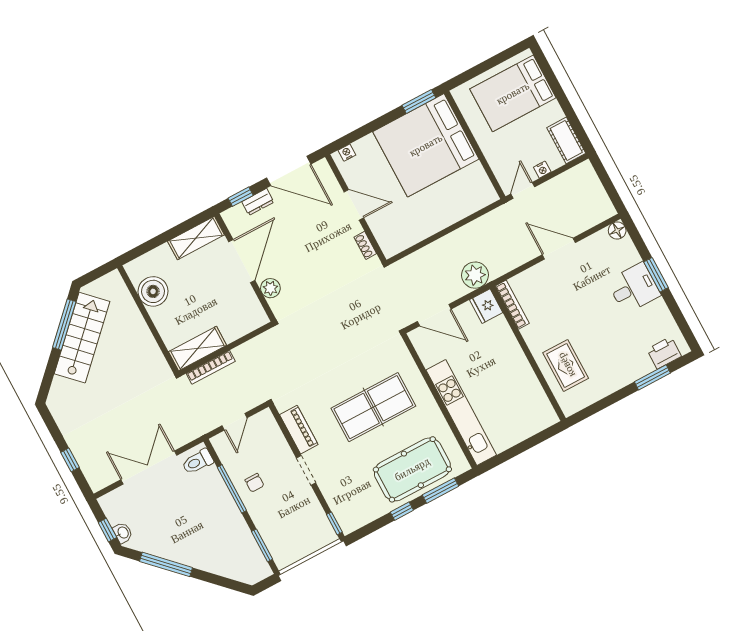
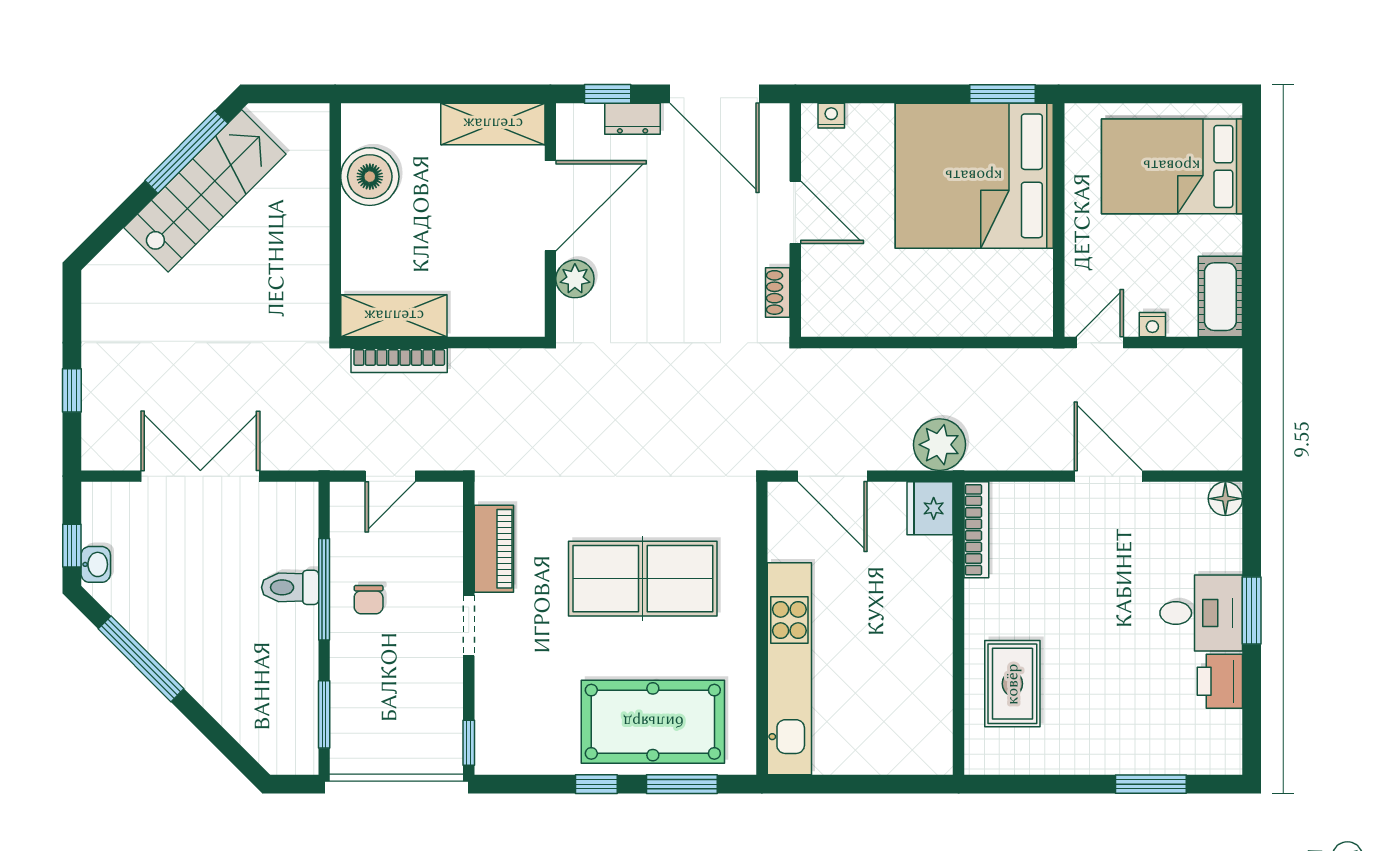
printer: (664, 353) -> (1220, 681), moved, turned -90
toilet: (198, 462) -> (290, 587), moved

